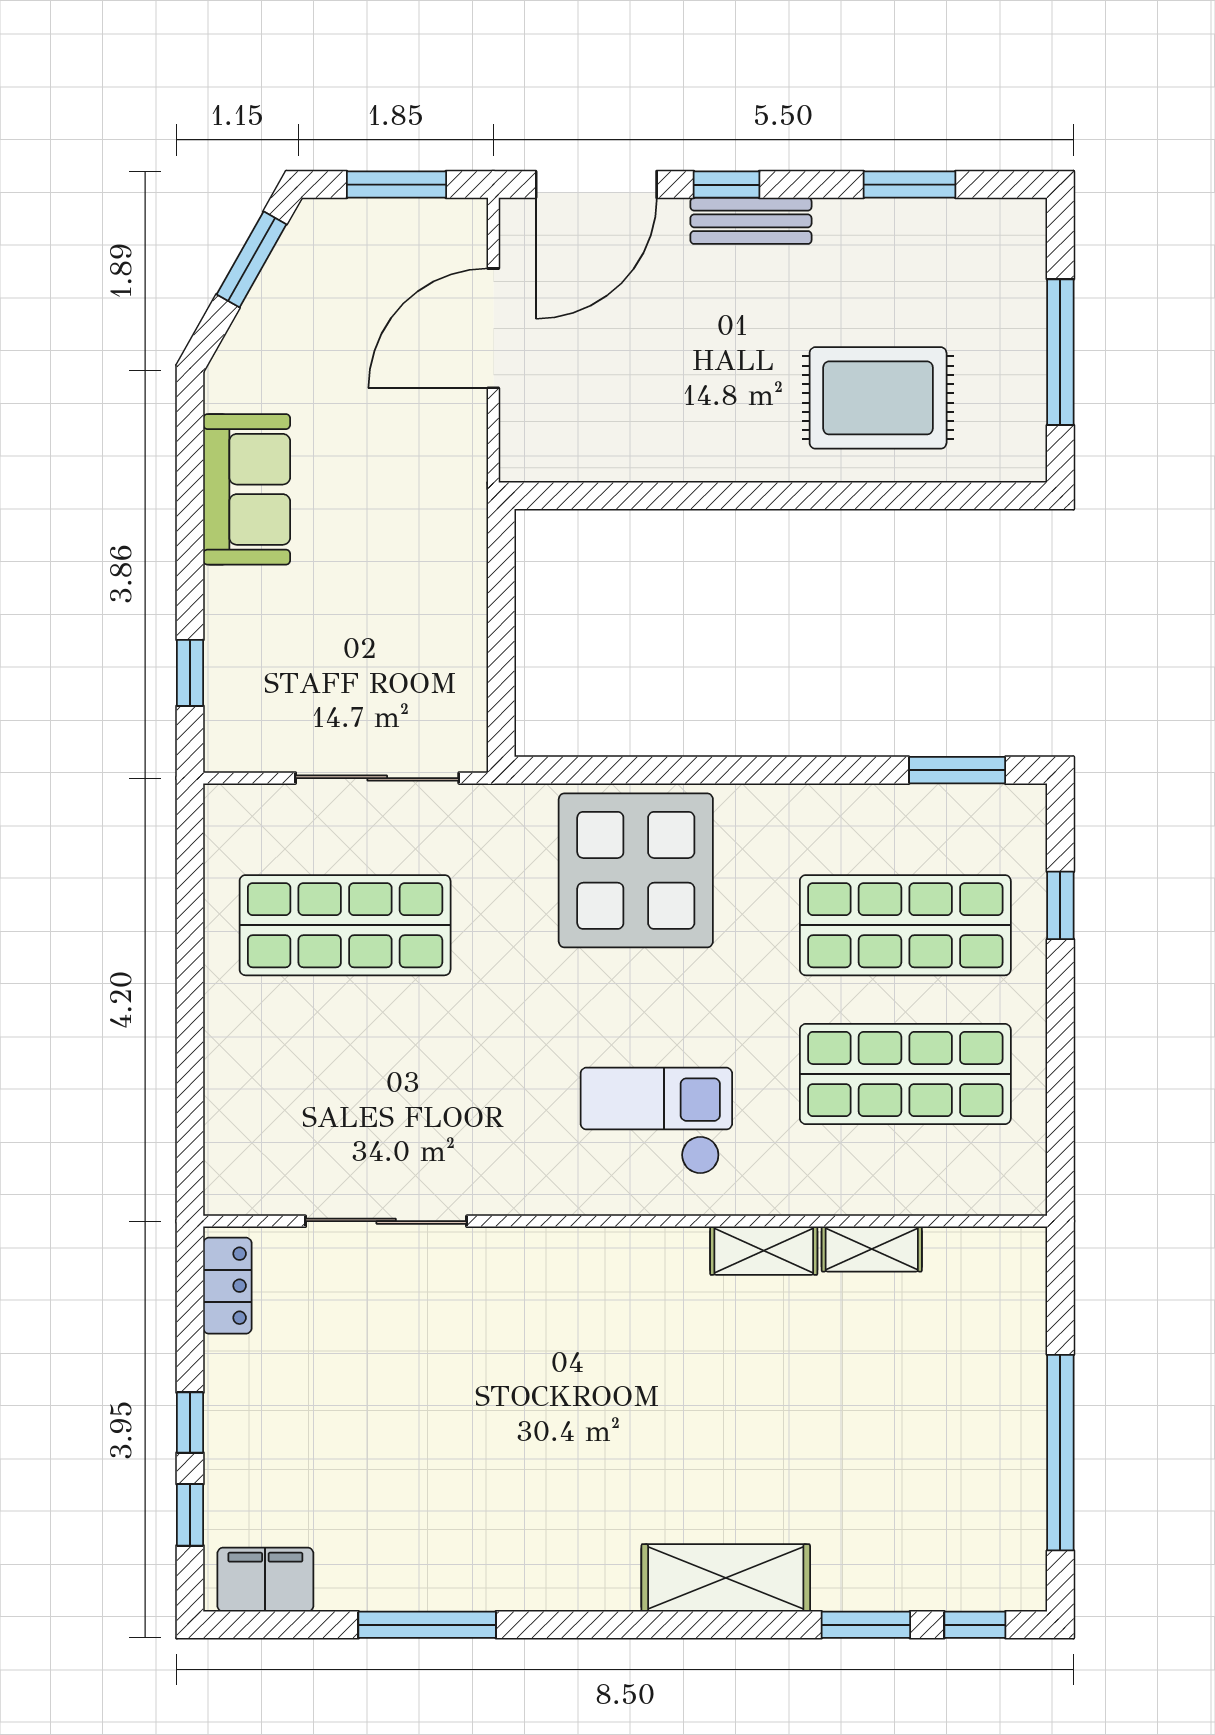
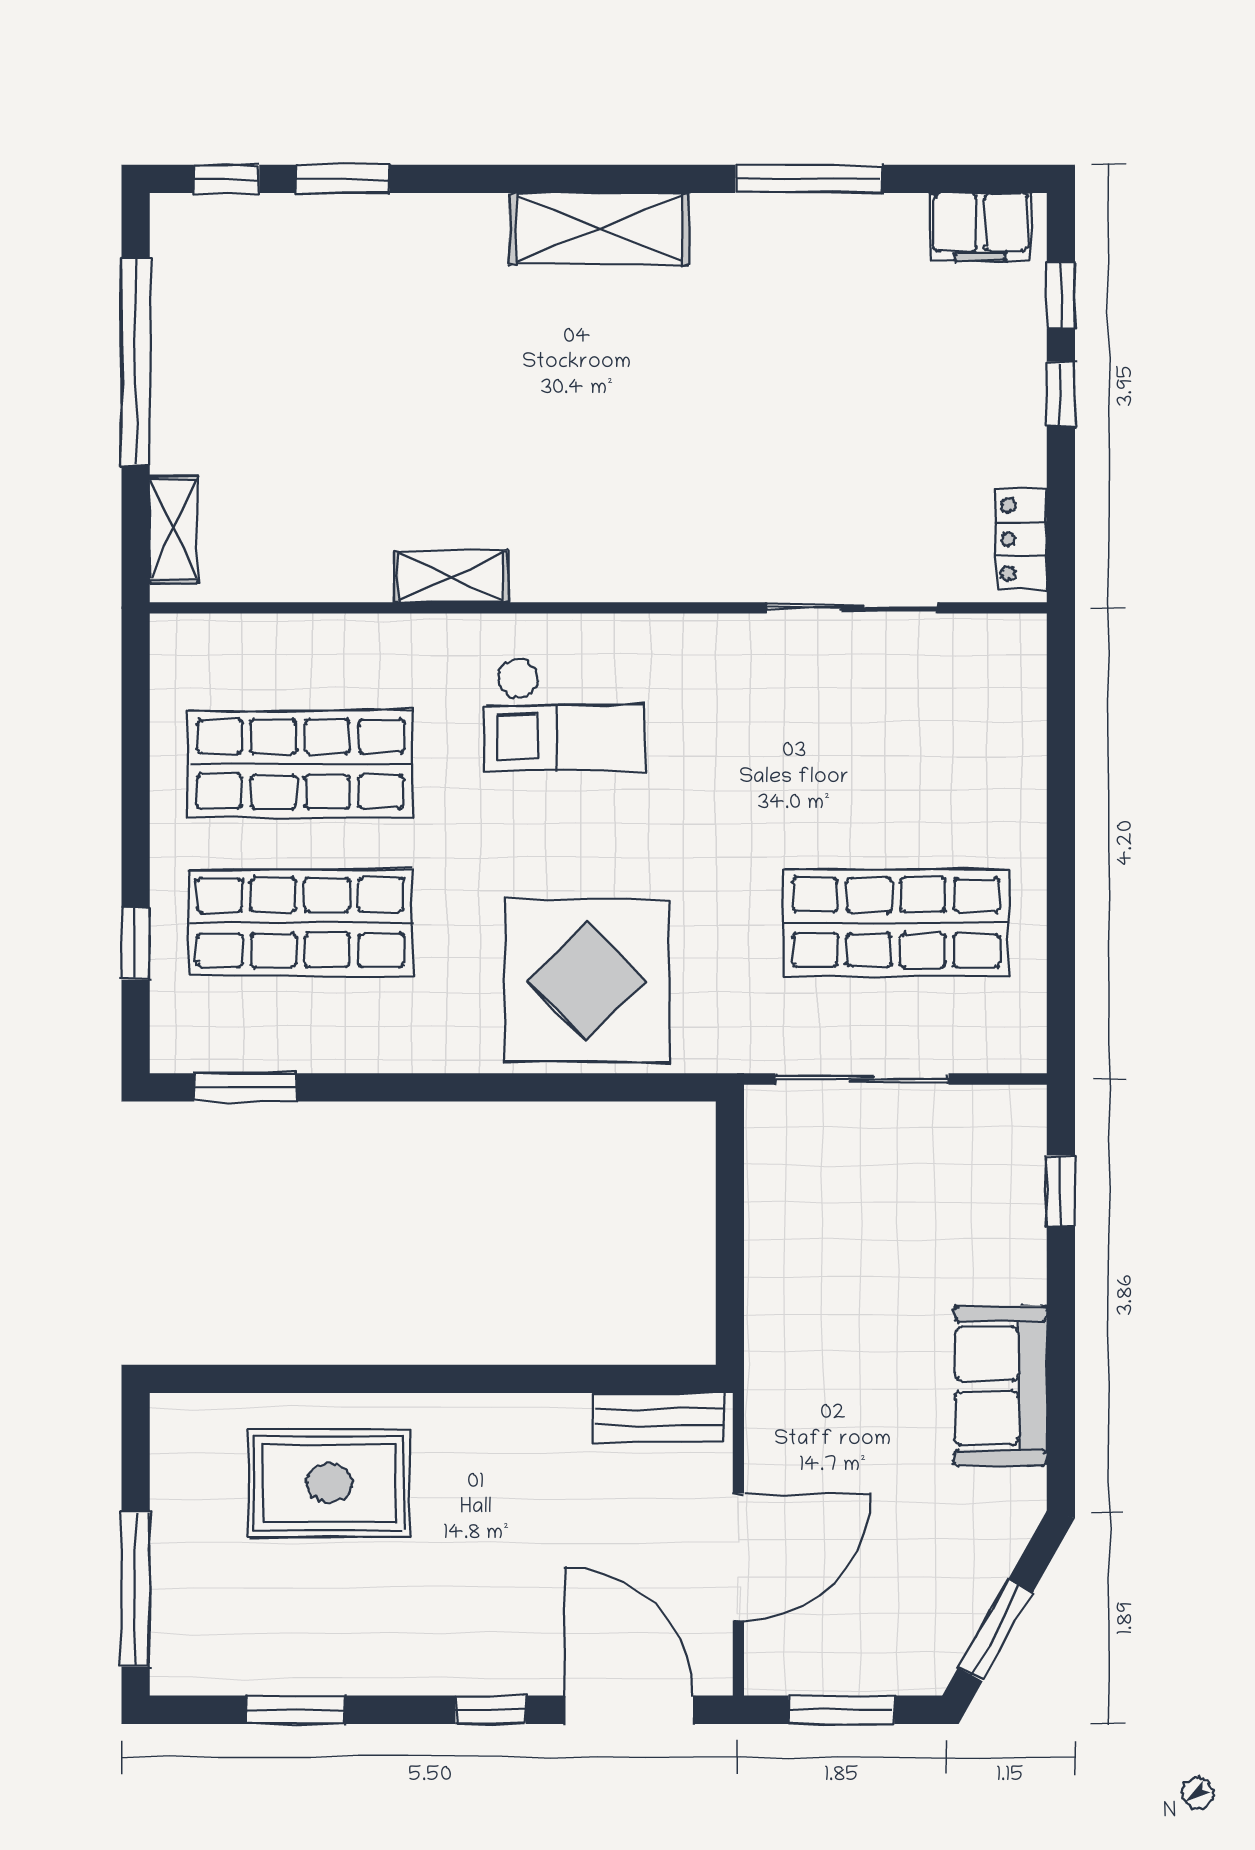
door: (596, 185) -> (629, 1710), hinge flipped
bench: (751, 221) -> (659, 1418), moved
window: (1060, 352) -> (136, 1589), moved
shelving: (872, 1249) -> (174, 529), moved, turned 90
shelving: (726, 1578) -> (599, 229), moved

